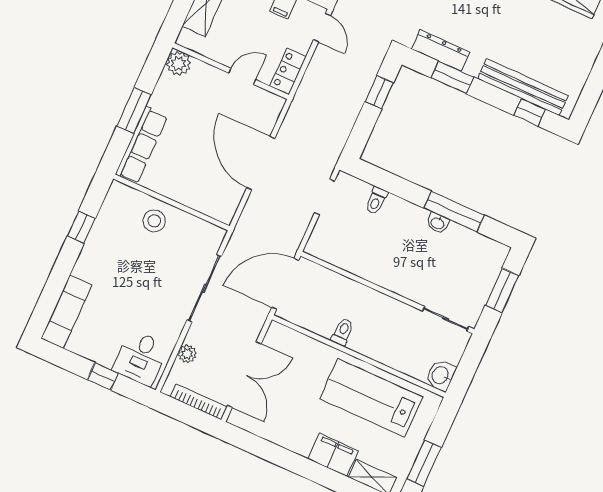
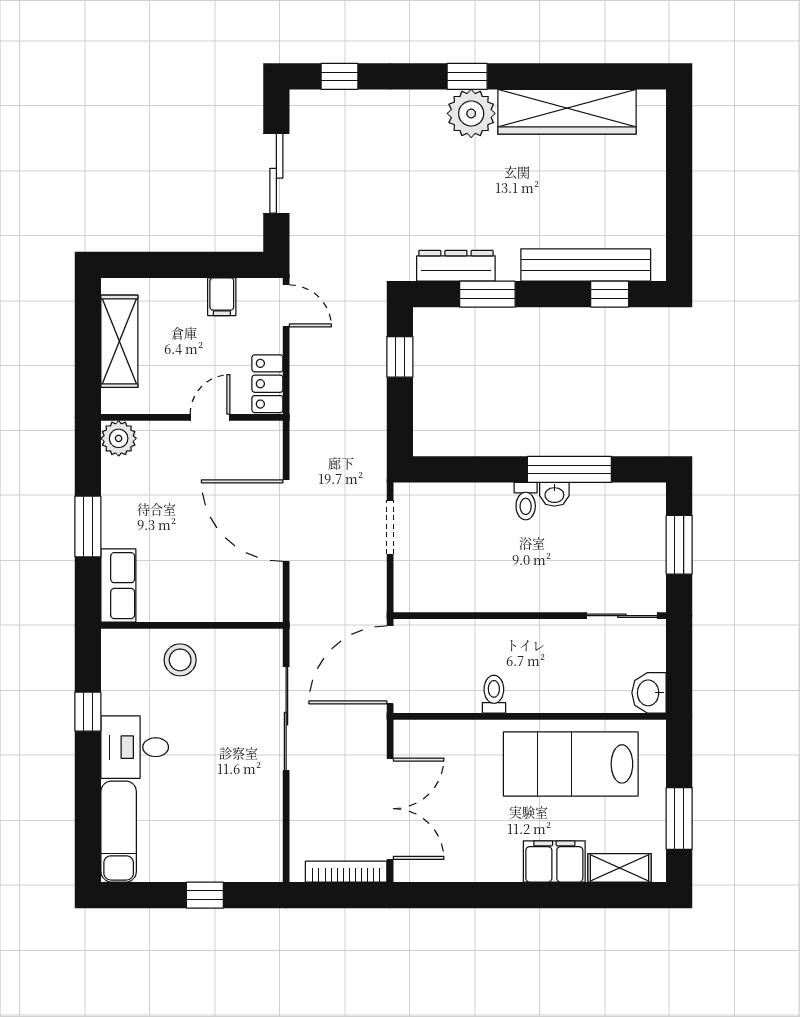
row of seats: (141, 145) -> (118, 586), width x0.68
toilet: (376, 200) -> (526, 501), moved
plant: (187, 354) -> (303, 815), removed
desk: (140, 358) -> (135, 747), moved, turned 90

